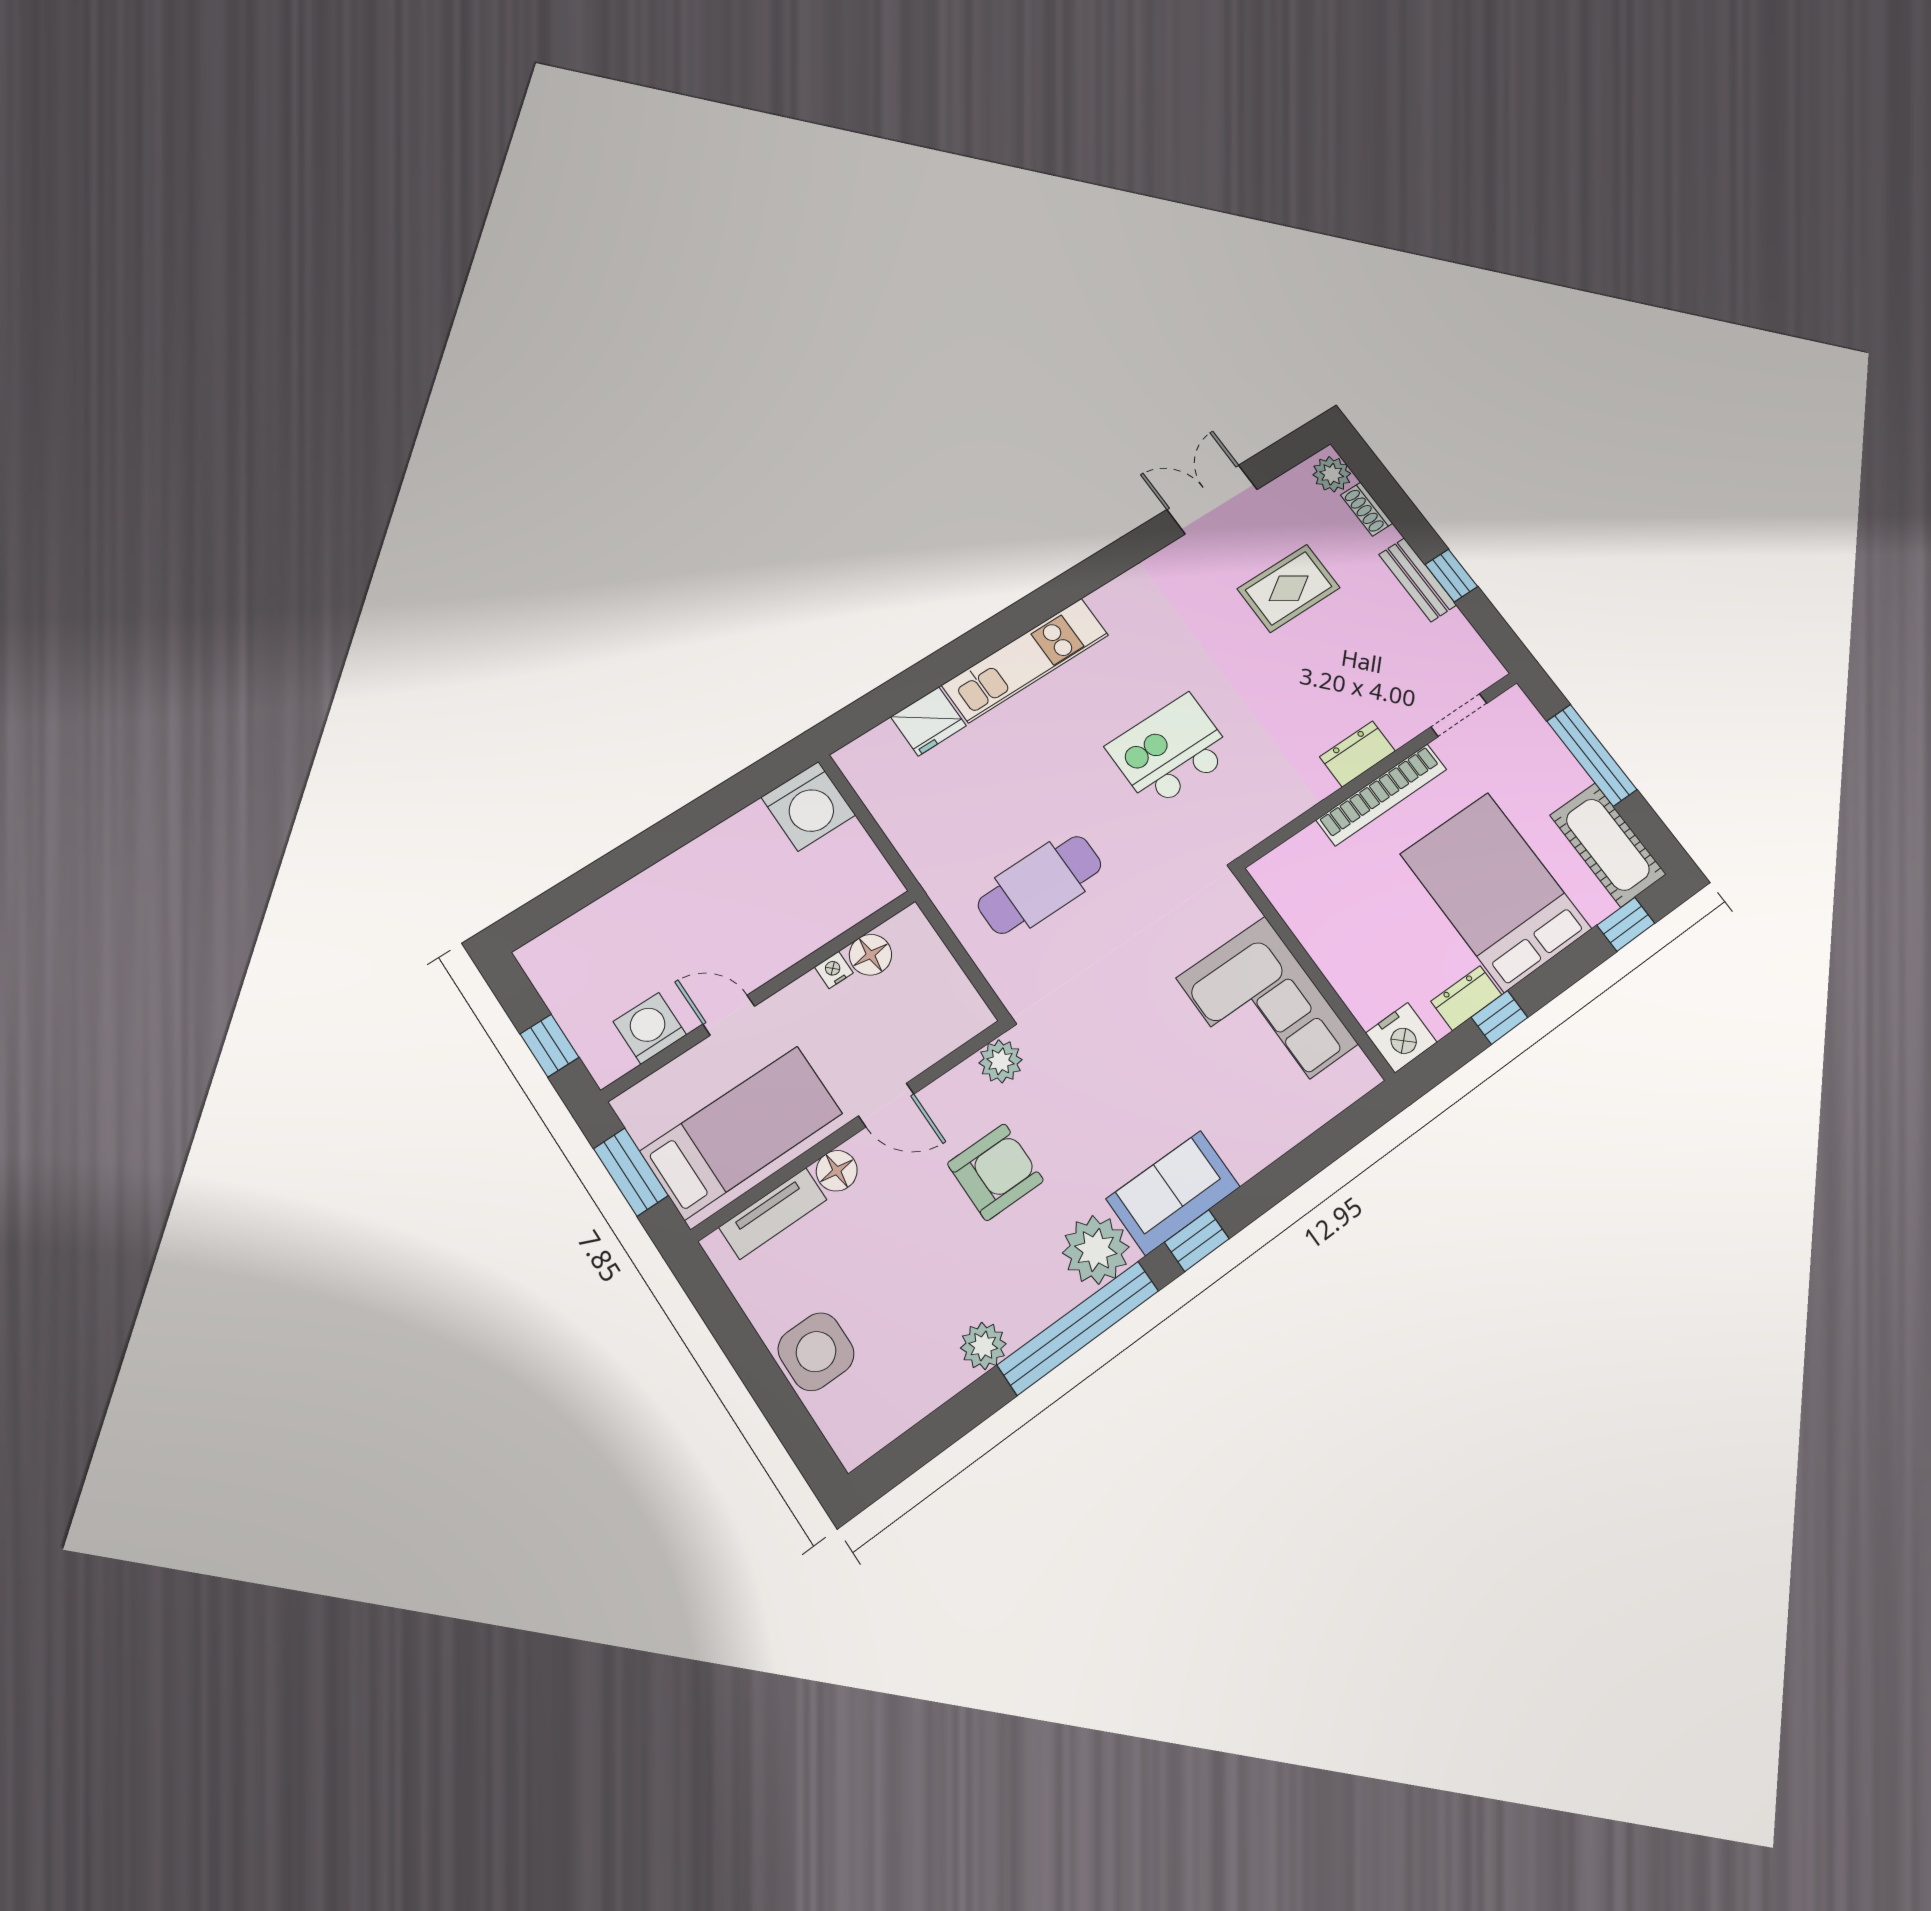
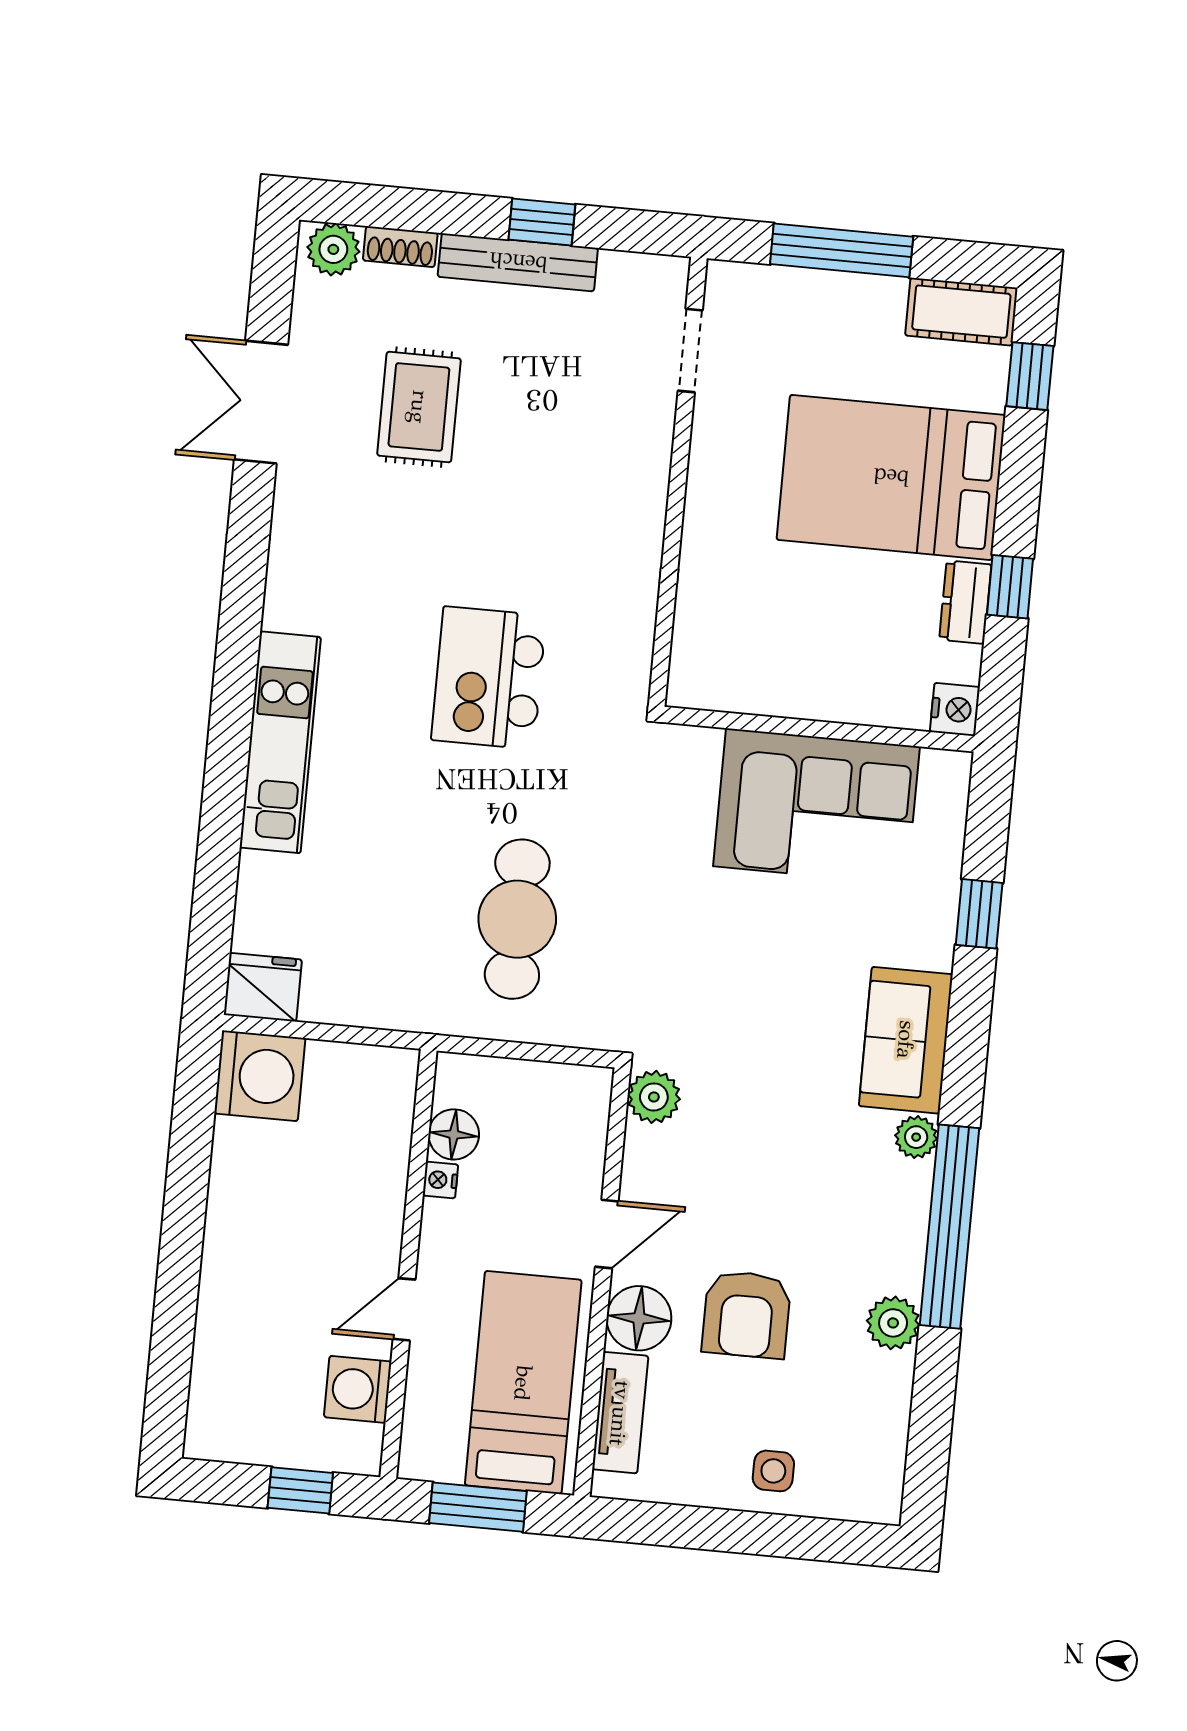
bench: (1418, 580) -> (518, 262), width x1.36
fridge: (928, 721) -> (263, 987), moved, turned -90
dresser: (1357, 754) -> (644, 492), removed
bookcase: (1382, 795) -> (704, 504), removed
cot: (1608, 845) -> (961, 312), width x0.73, depth x0.75
nightstand: (1401, 1038) -> (955, 709), width x0.74, depth x0.75
floor lamp: (837, 1171) -> (639, 1318), width x1.38, depth x1.38
armchair: (995, 1172) -> (746, 1314), moved, turned 180
window: (1197, 1240) -> (979, 914), moved
plant: (1096, 1250) -> (916, 1137), width x0.53, depth x0.53
side table: (816, 1352) -> (773, 1471), width x0.54, depth x0.54

